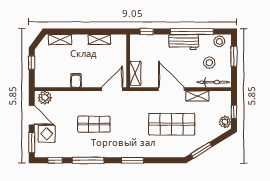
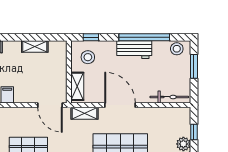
stool: (209, 63) -> (88, 57), moved
door: (112, 89) -> (50, 105), swing flipped
shelving: (198, 96) -> (84, 113), moved

